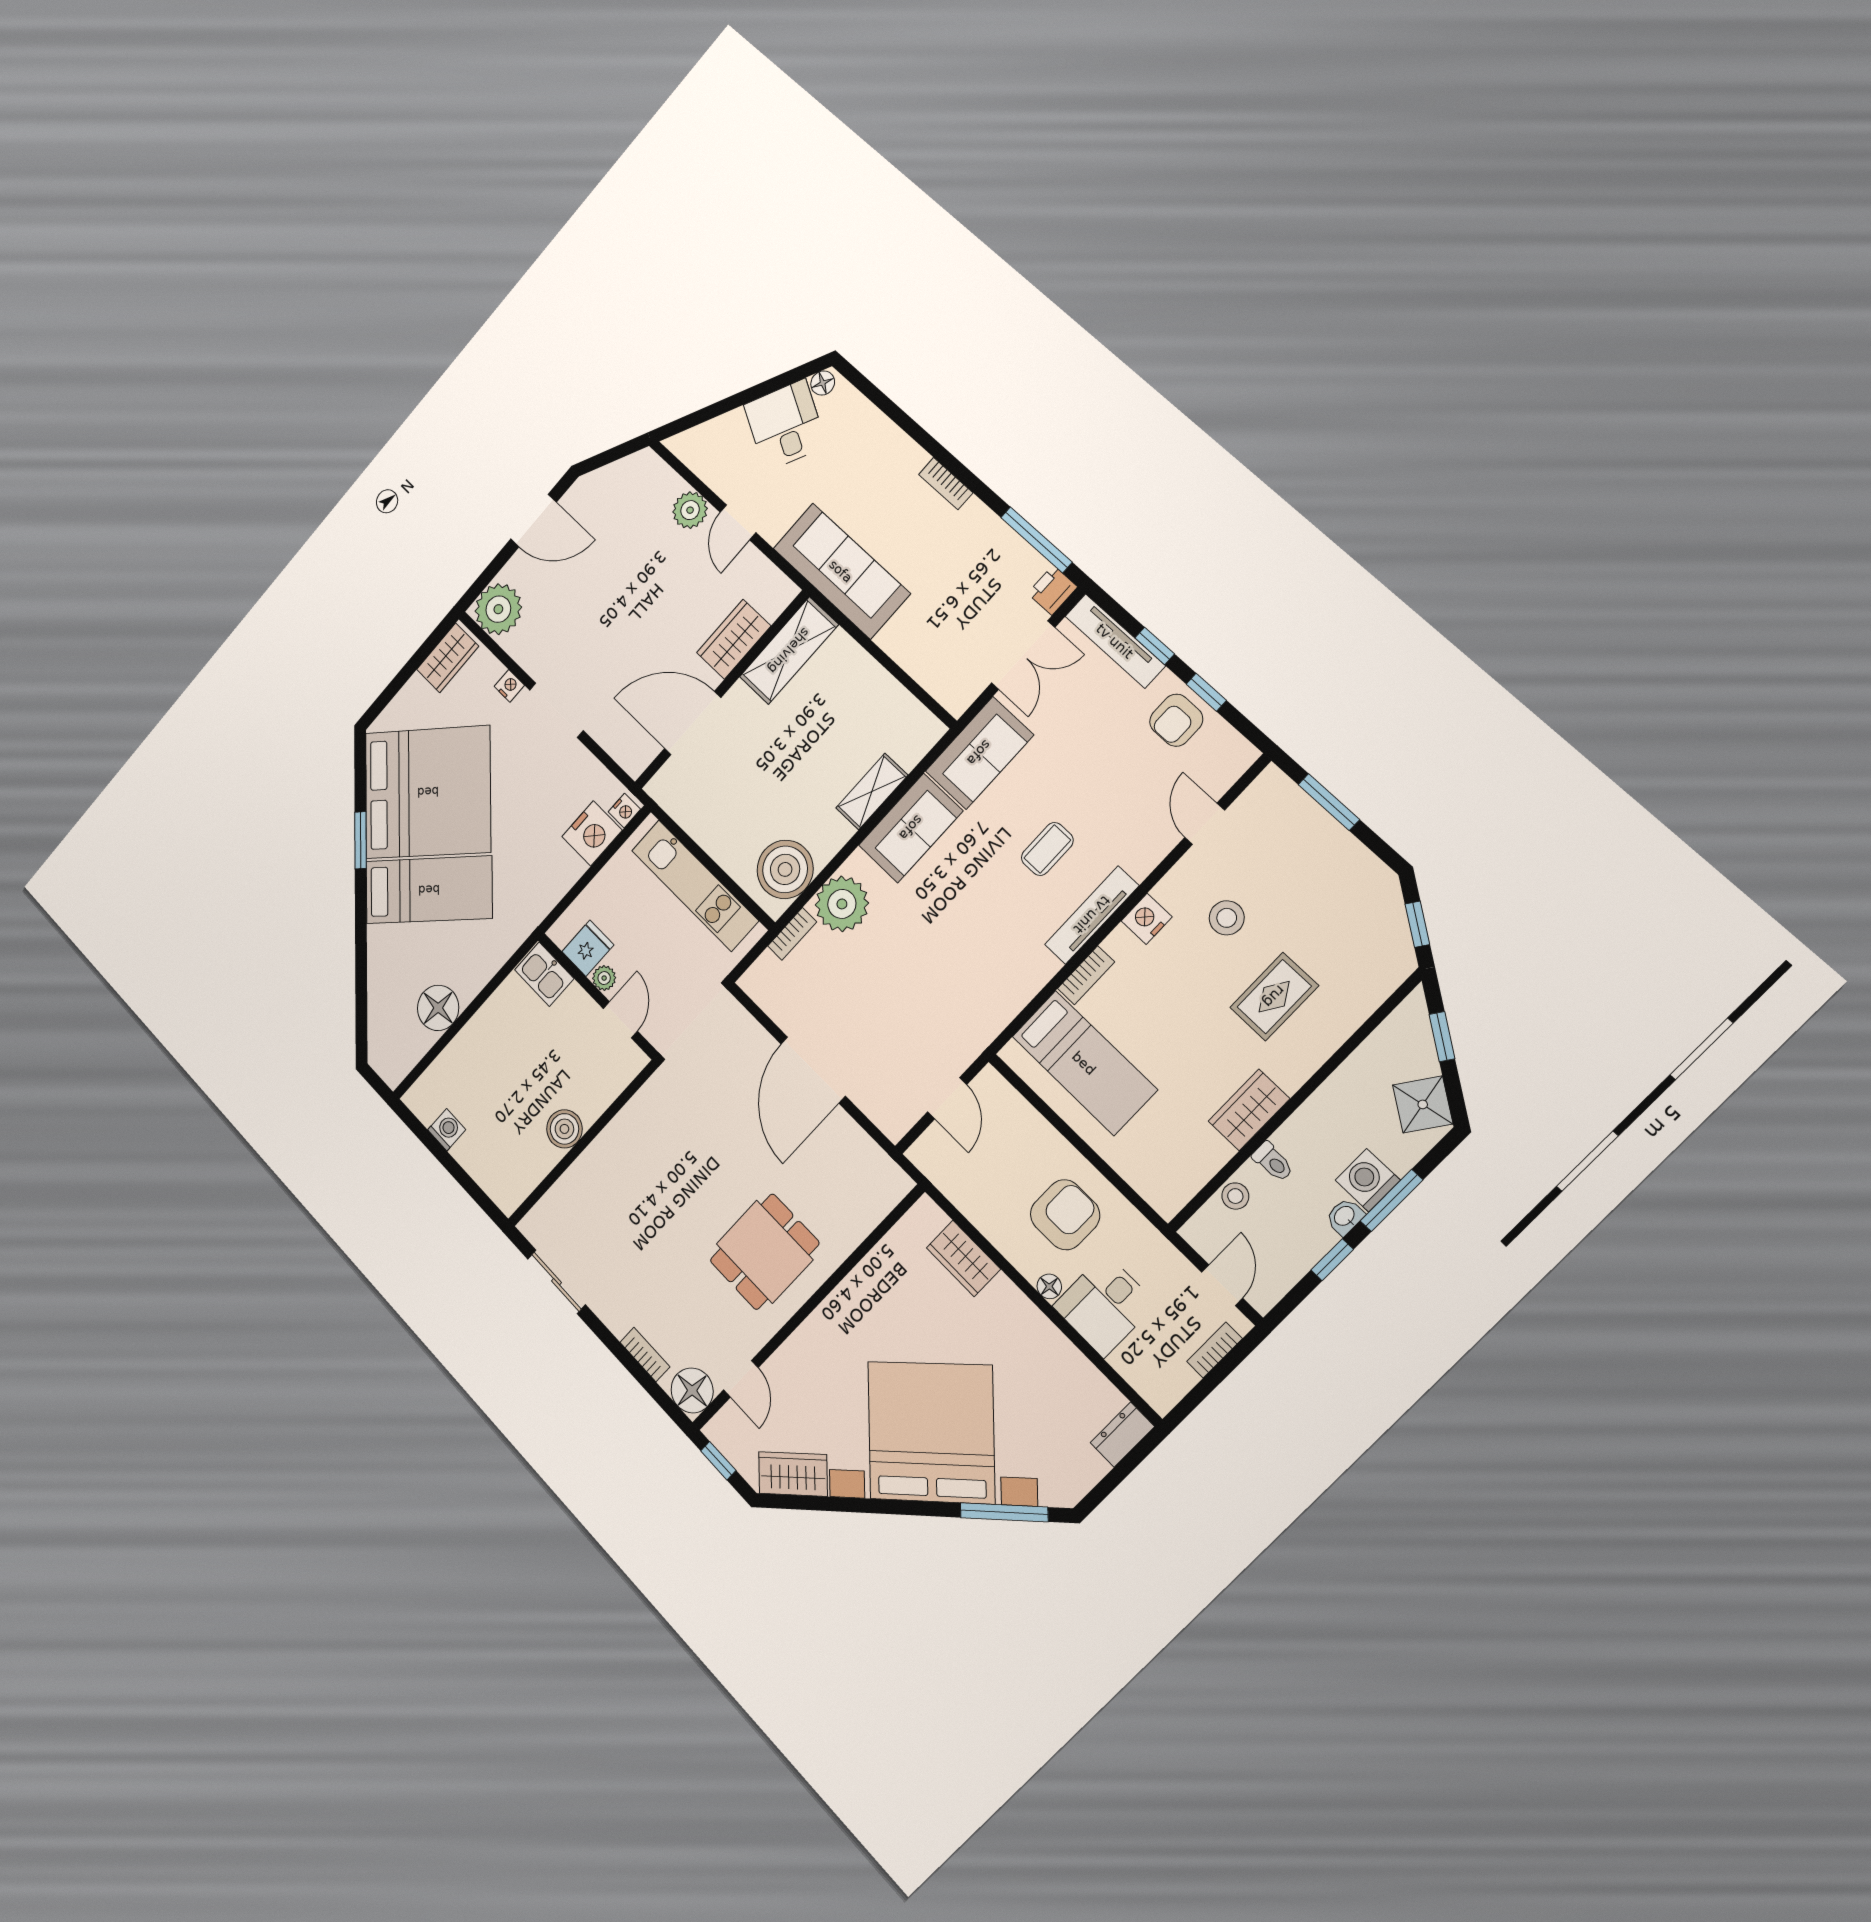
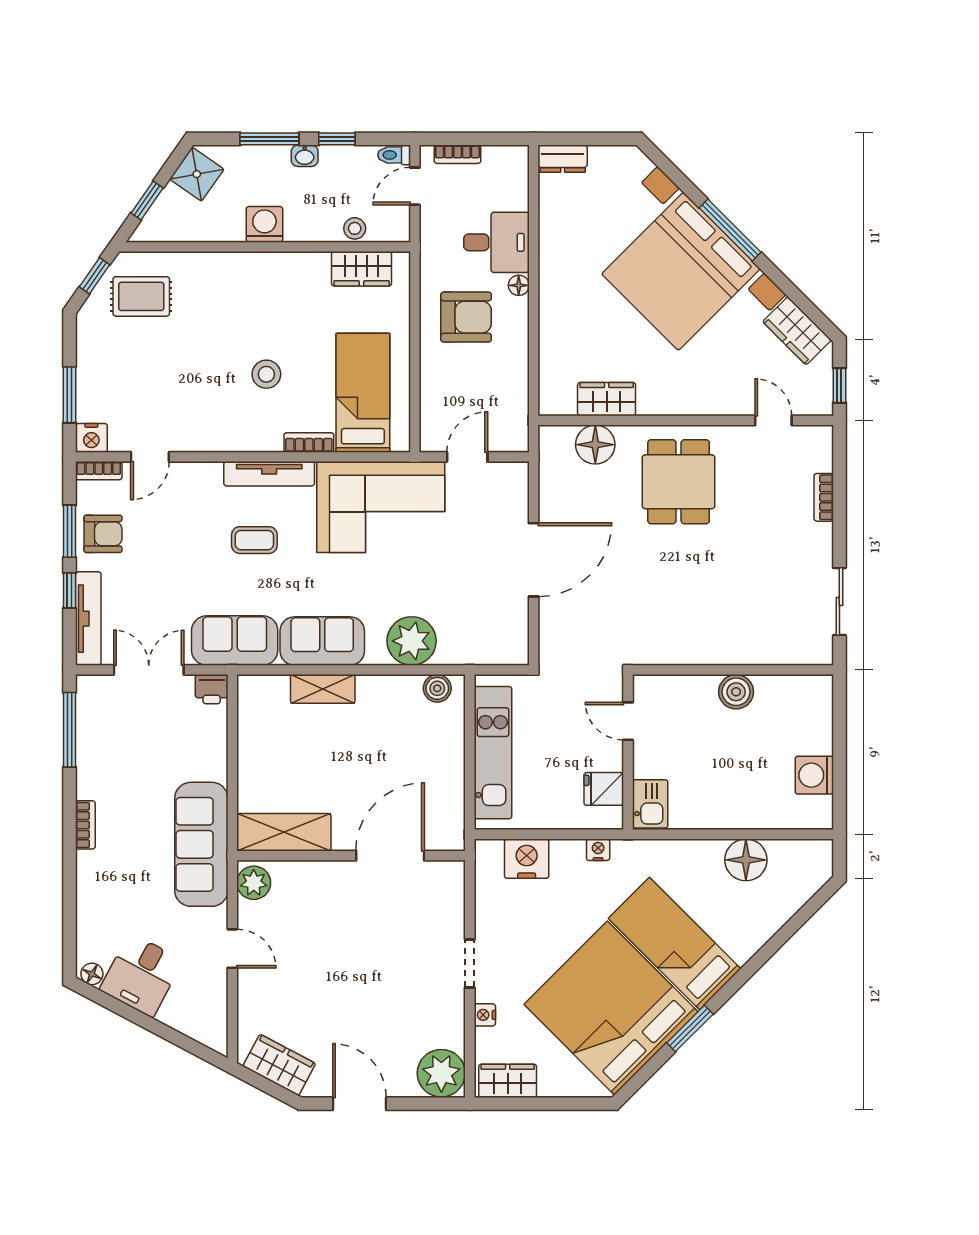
plant: (690, 510) -> (254, 883), moved
door: (738, 522) -> (232, 949), hinge flipped
printer: (1052, 590) -> (212, 689), moved
wardrobe: (734, 639) -> (279, 1065), moved, turned -152
window: (1206, 692) -> (70, 531), width x1.50
doorway: (556, 710) -> (470, 964), width x0.73
door: (693, 723) -> (390, 856), swing flipped
nightstand: (624, 811) -> (598, 850), moved
boiler: (785, 869) -> (437, 688), width x0.54, depth x0.54
stool: (1227, 918) -> (266, 374), moved
nightstand: (1147, 919) -> (91, 438), moved
bookcase: (792, 934) -> (99, 471), moved, turned 180
plant: (604, 978) -> (612, 759), removed
corner sofa: (974, 984) -> (381, 507), added
rug: (1274, 997) -> (141, 296), moved
door: (620, 1020) -> (628, 721), hinge flipped
wardrobe: (1249, 1110) -> (362, 269), moved
washing machine: (447, 1130) -> (814, 775), width x1.38, depth x1.38
toilet: (1273, 1162) -> (394, 155), moved, turned -90
washing machine: (1368, 1180) -> (264, 224), moved, turned 180
armchair: (1065, 1215) -> (466, 317), turned 180
dining table: (764, 1252) -> (679, 482), turned 90
wardrobe: (963, 1258) -> (607, 399), moved, turned -90
door: (741, 1379) -> (773, 420), hinge flipped
floor lamp: (692, 1390) -> (595, 445), moved
window: (1004, 1512) -> (730, 230), moved

